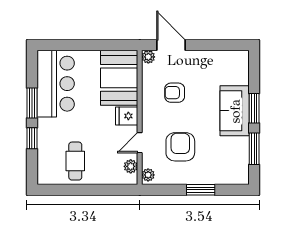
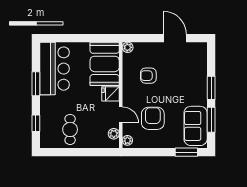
door: (171, 45) -> (175, 38), moved
sofa: (235, 111) -> (196, 126), moved
window: (32, 138) -> (36, 123), moved
door: (140, 143) -> (121, 115), swing flipped
window: (201, 190) -> (186, 152), moved

